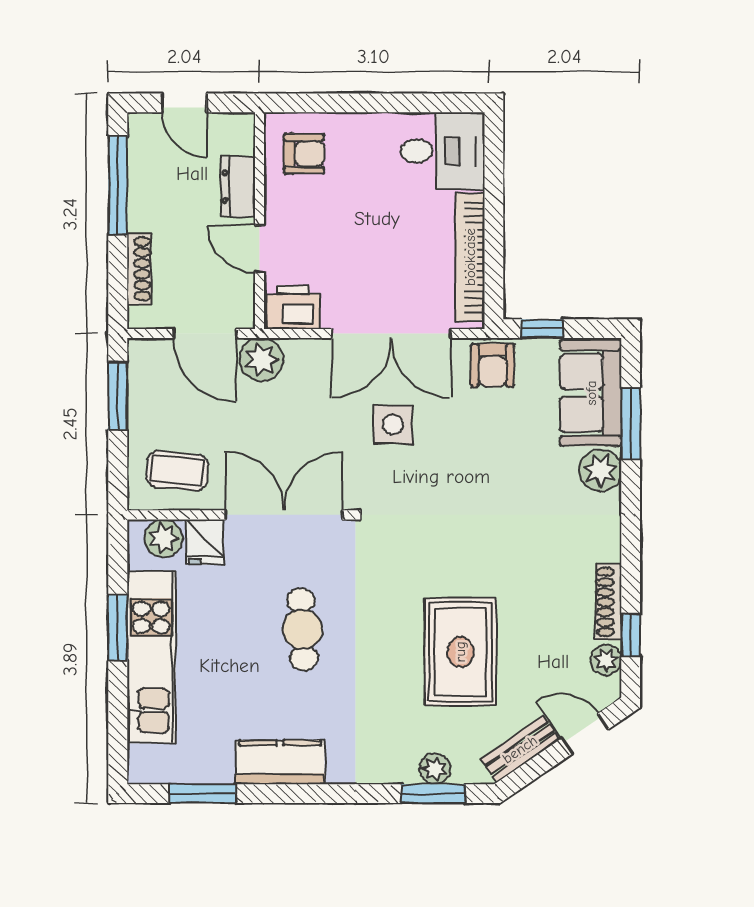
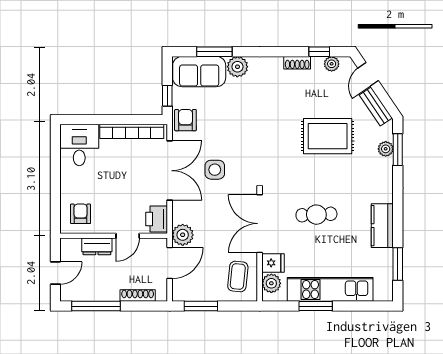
armchair: (493, 365) -> (185, 120), turned -90
shoe rack: (609, 602) -> (297, 63), width x0.70

